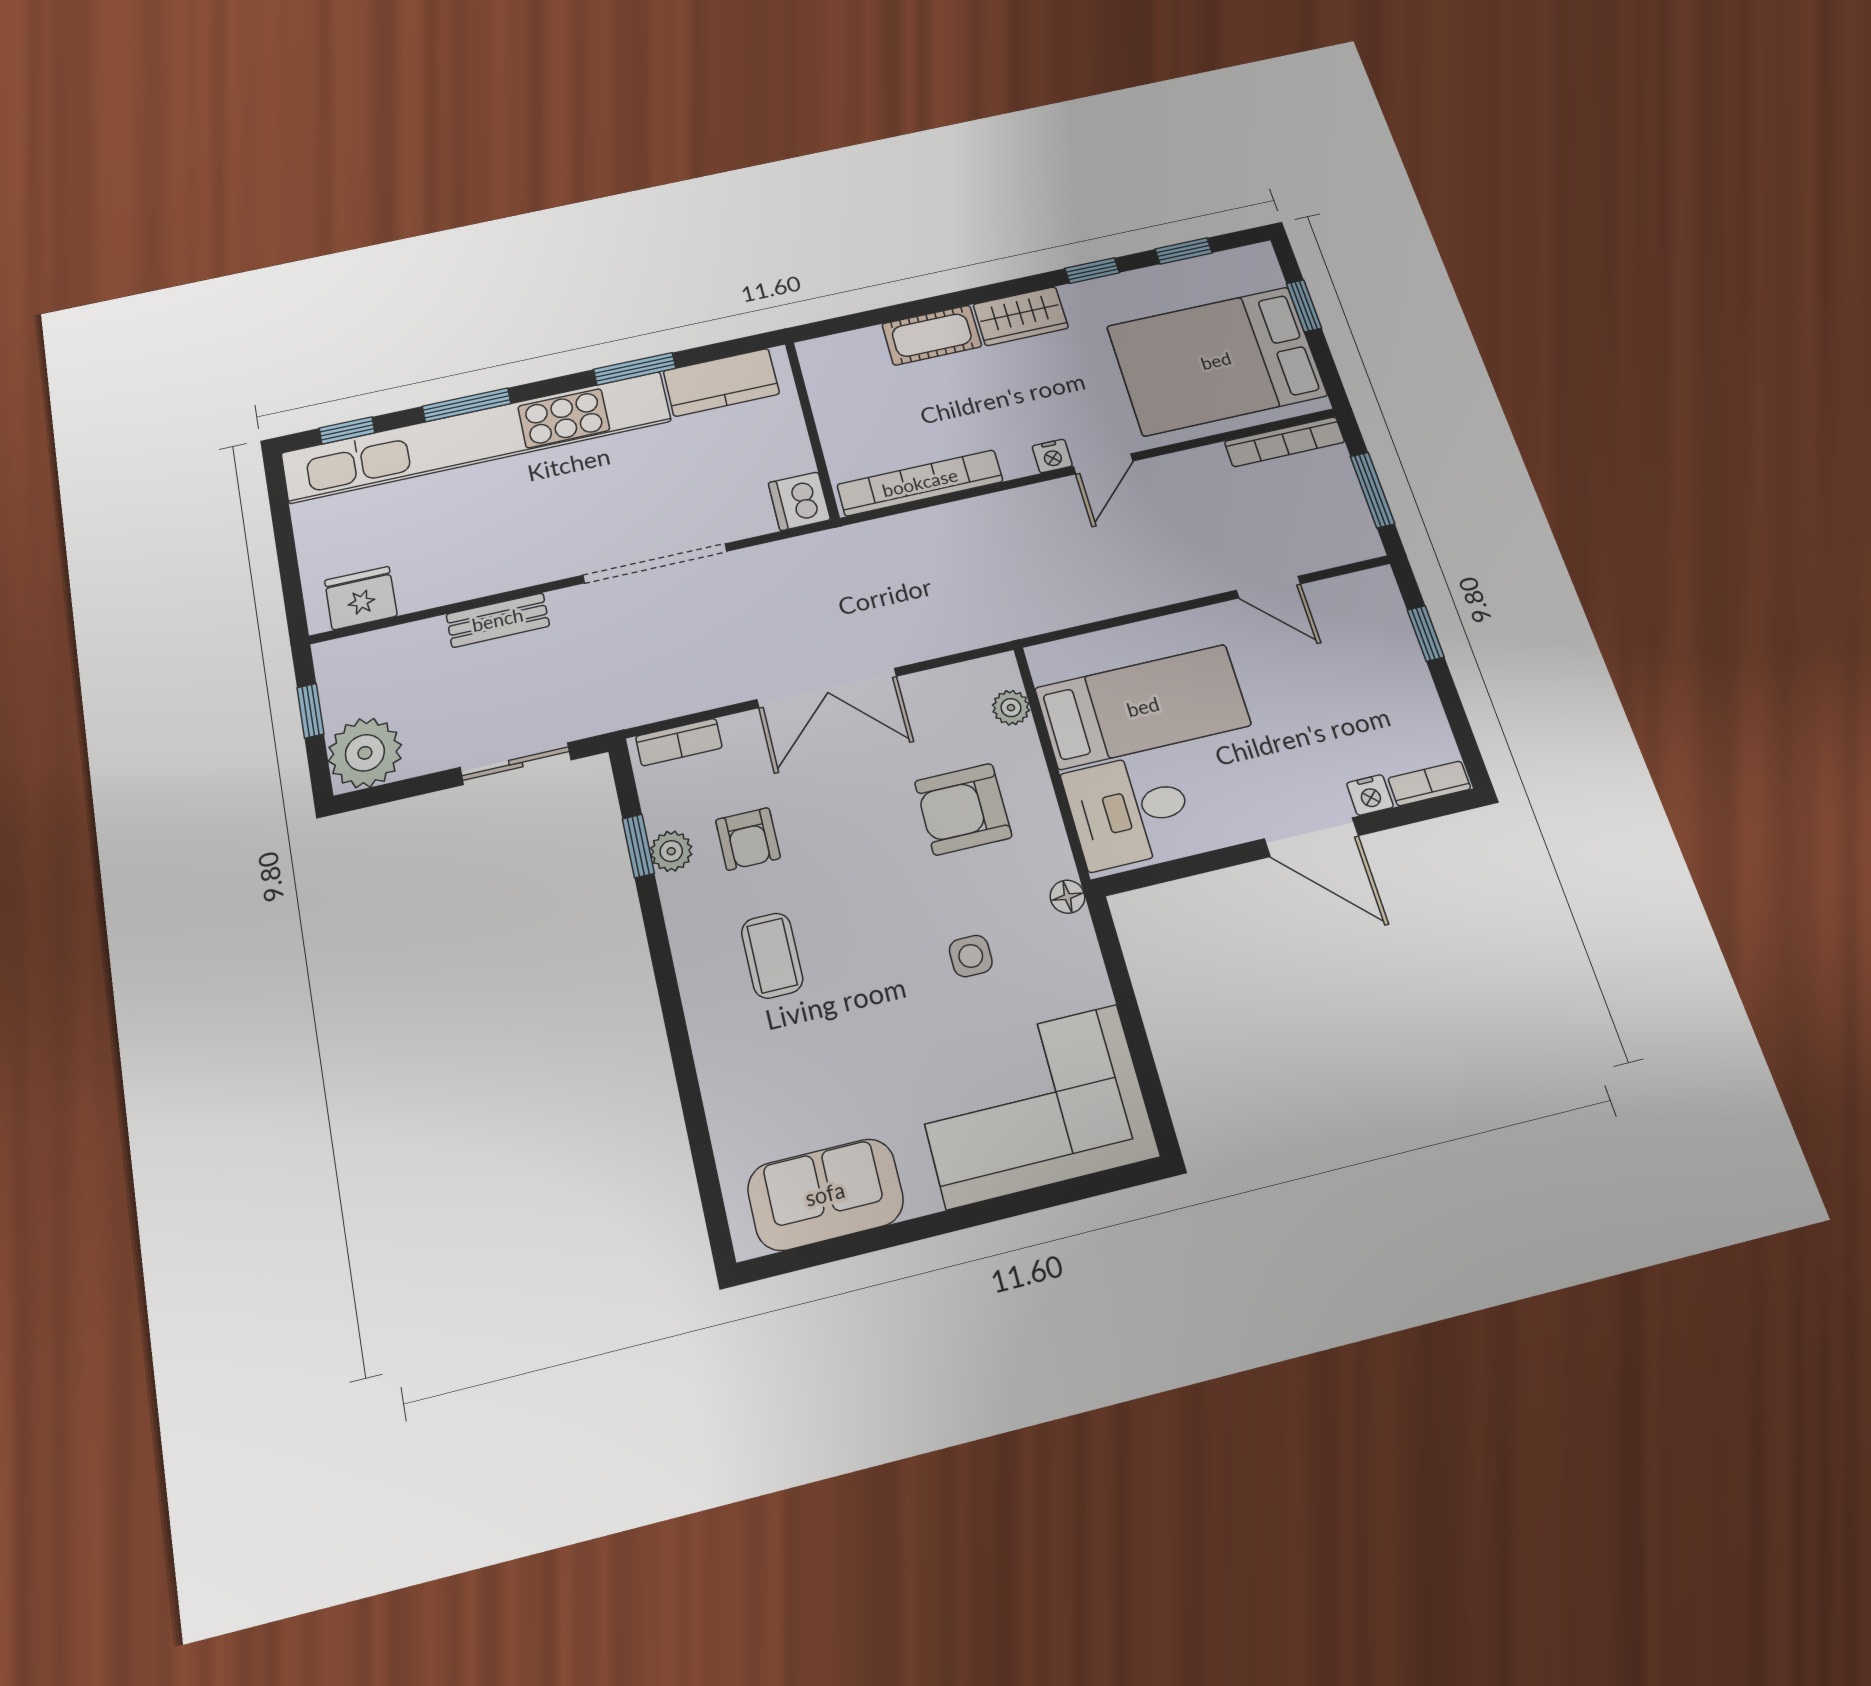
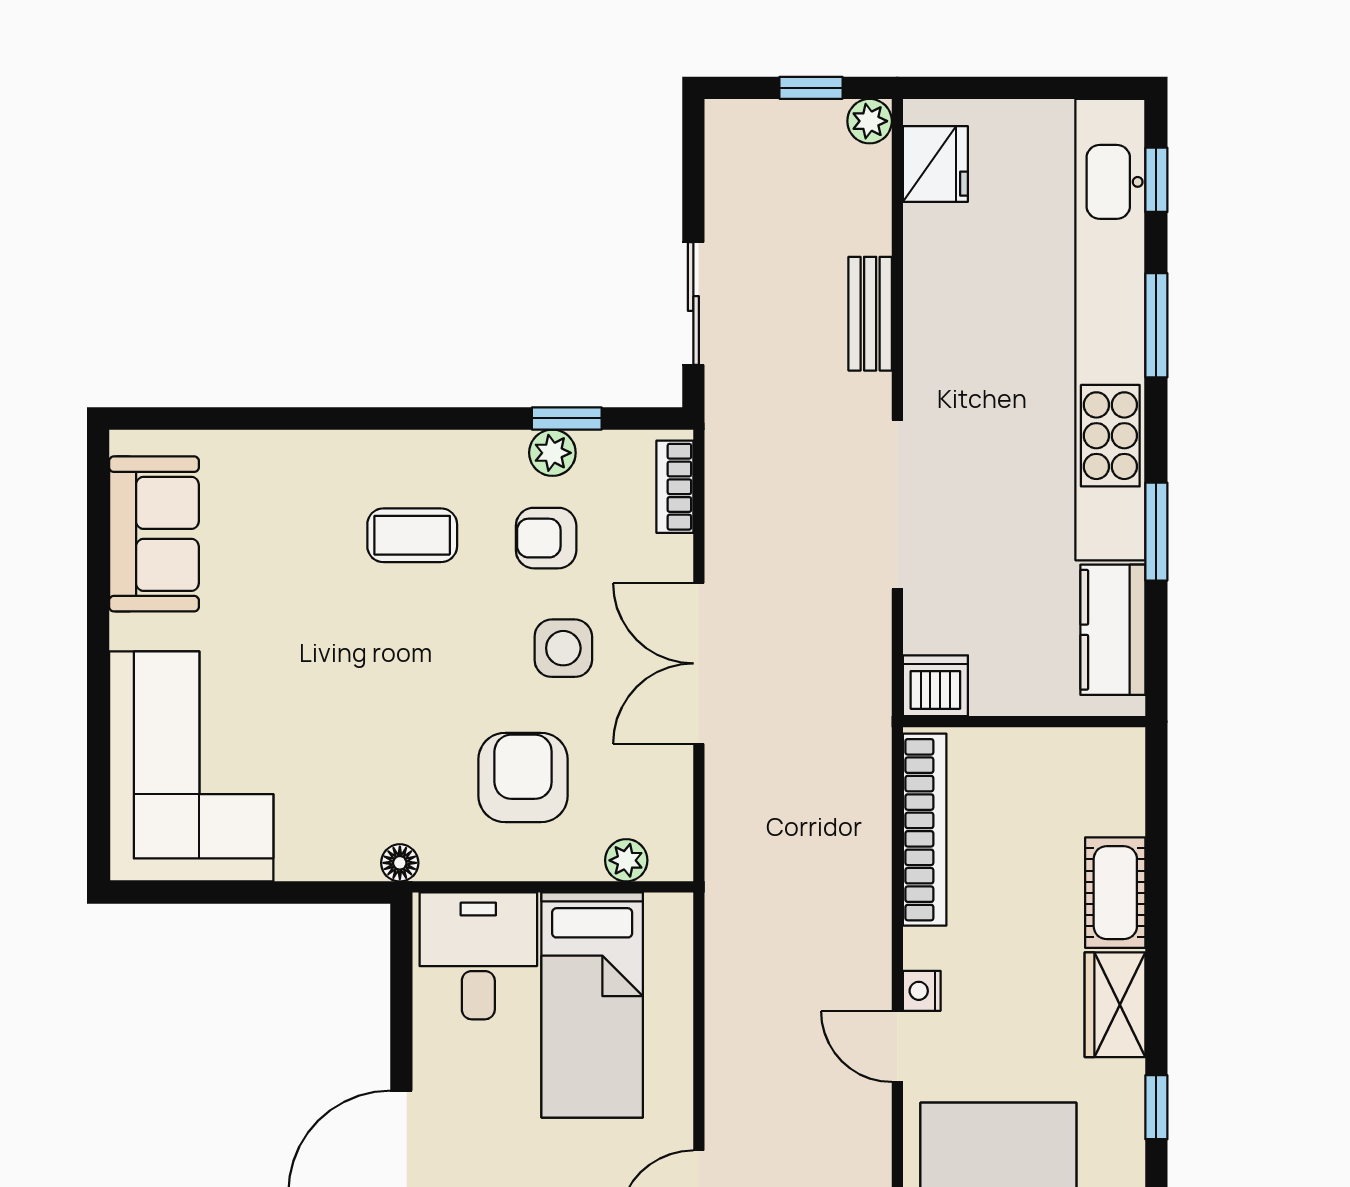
plant: (365, 753) -> (870, 121), moved, width x0.53, depth x0.53
side table: (971, 956) -> (563, 648), moved, width x1.37, depth x1.37

